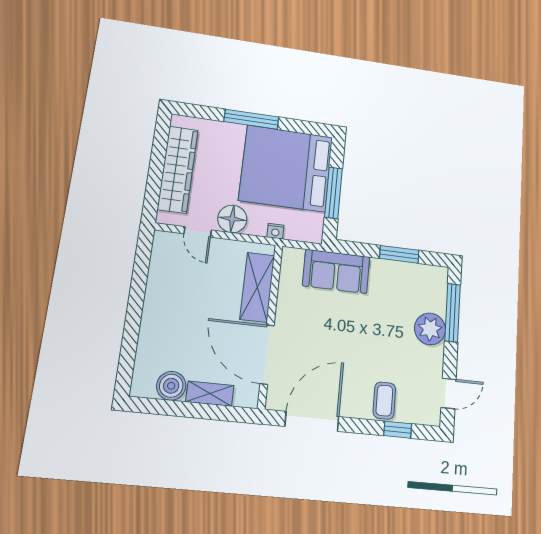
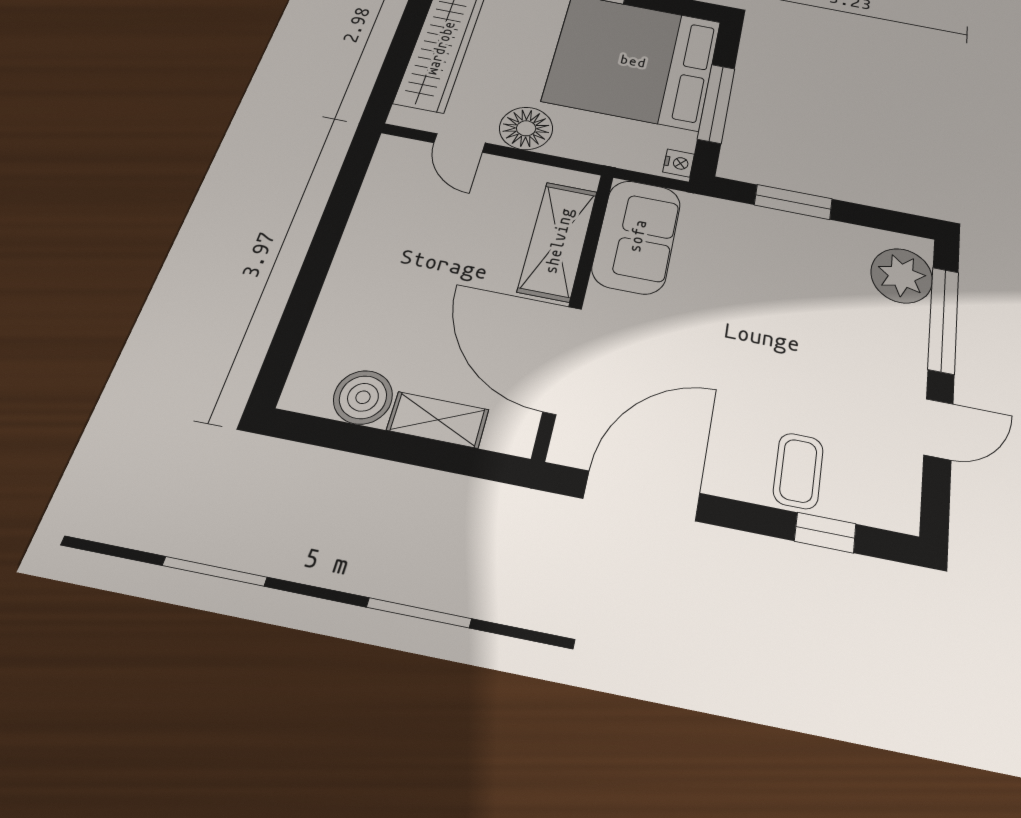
nightstand: (275, 231) -> (679, 163), moved, turned -90
window: (399, 254) -> (793, 202), moved
sofa: (336, 271) -> (637, 236), moved, turned -90
plant: (430, 329) -> (902, 276), moved
door: (449, 393) -> (939, 429), moved

